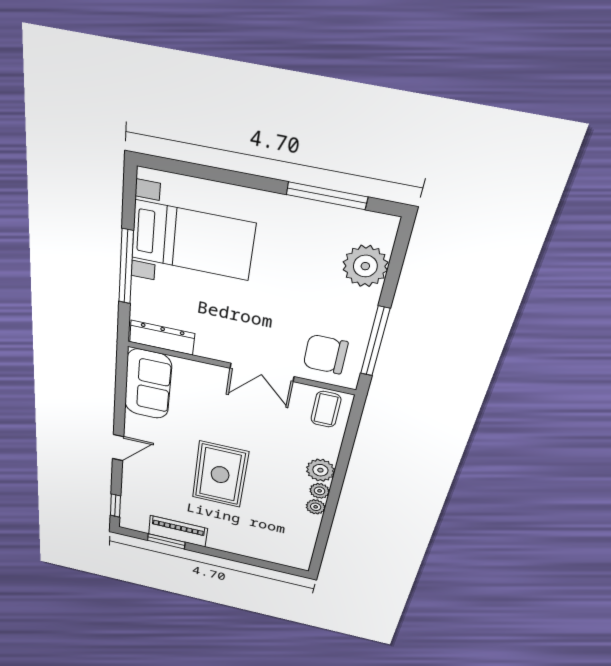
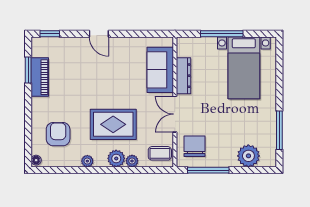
dresser: (162, 338) -> (184, 76), moved
sofa: (148, 384) -> (160, 70), moved, turned 90
rug: (220, 475) -> (113, 124), moved
plant: (320, 491) -> (132, 161), moved
armchair: (266, 531) -> (58, 134), added
floor lamp: (300, 564) -> (36, 160), added

